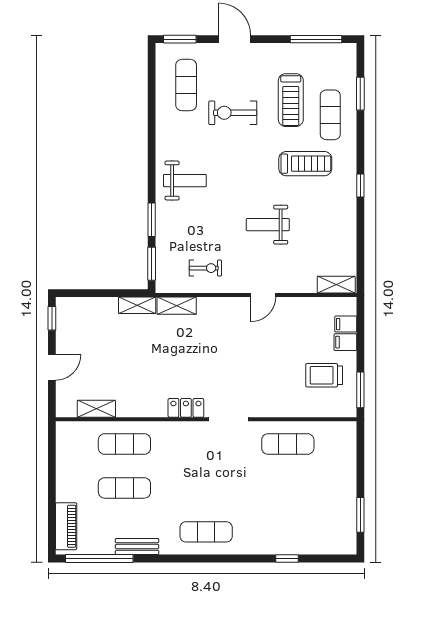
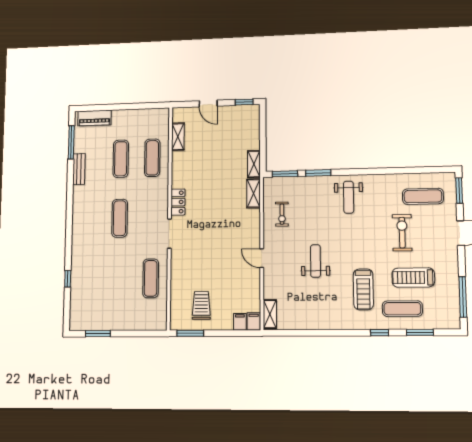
window: (360, 186) -> (380, 333), moved
filing cabinet: (345, 342) -> (254, 321), moved
exercise mat: (206, 532) -> (120, 218), moved
window: (99, 559) -> (71, 142), width x0.68

